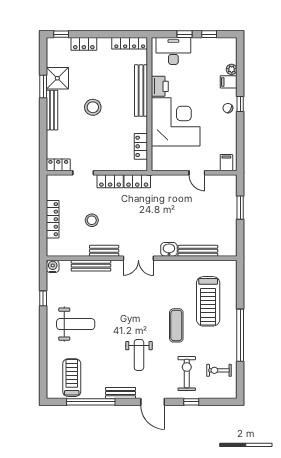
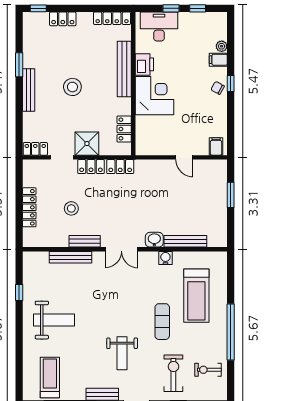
shower: (57, 78) -> (87, 144), moved
corner desk: (176, 122) -> (155, 96), width x0.74, depth x0.74
water cooler: (53, 266) -> (165, 258), moved

